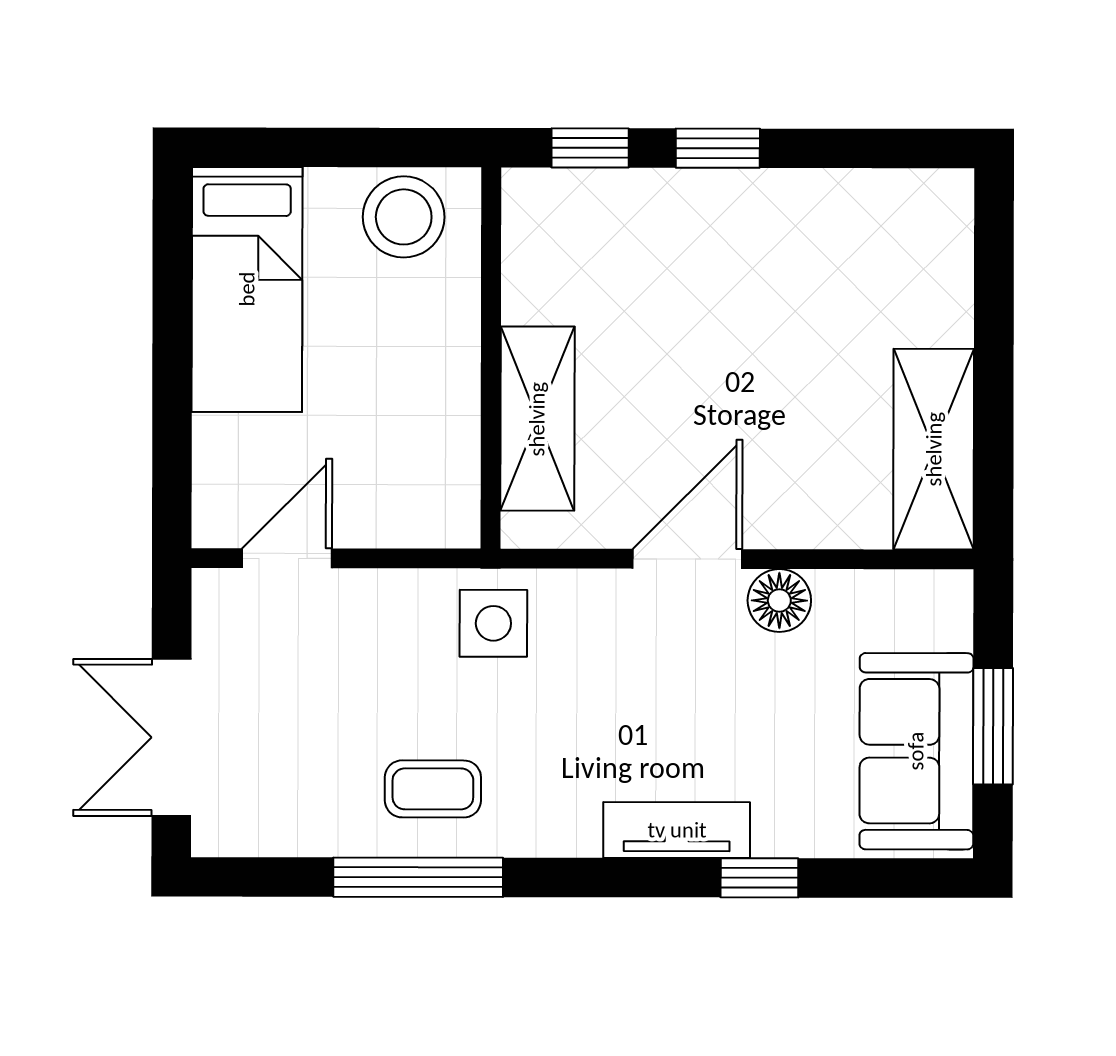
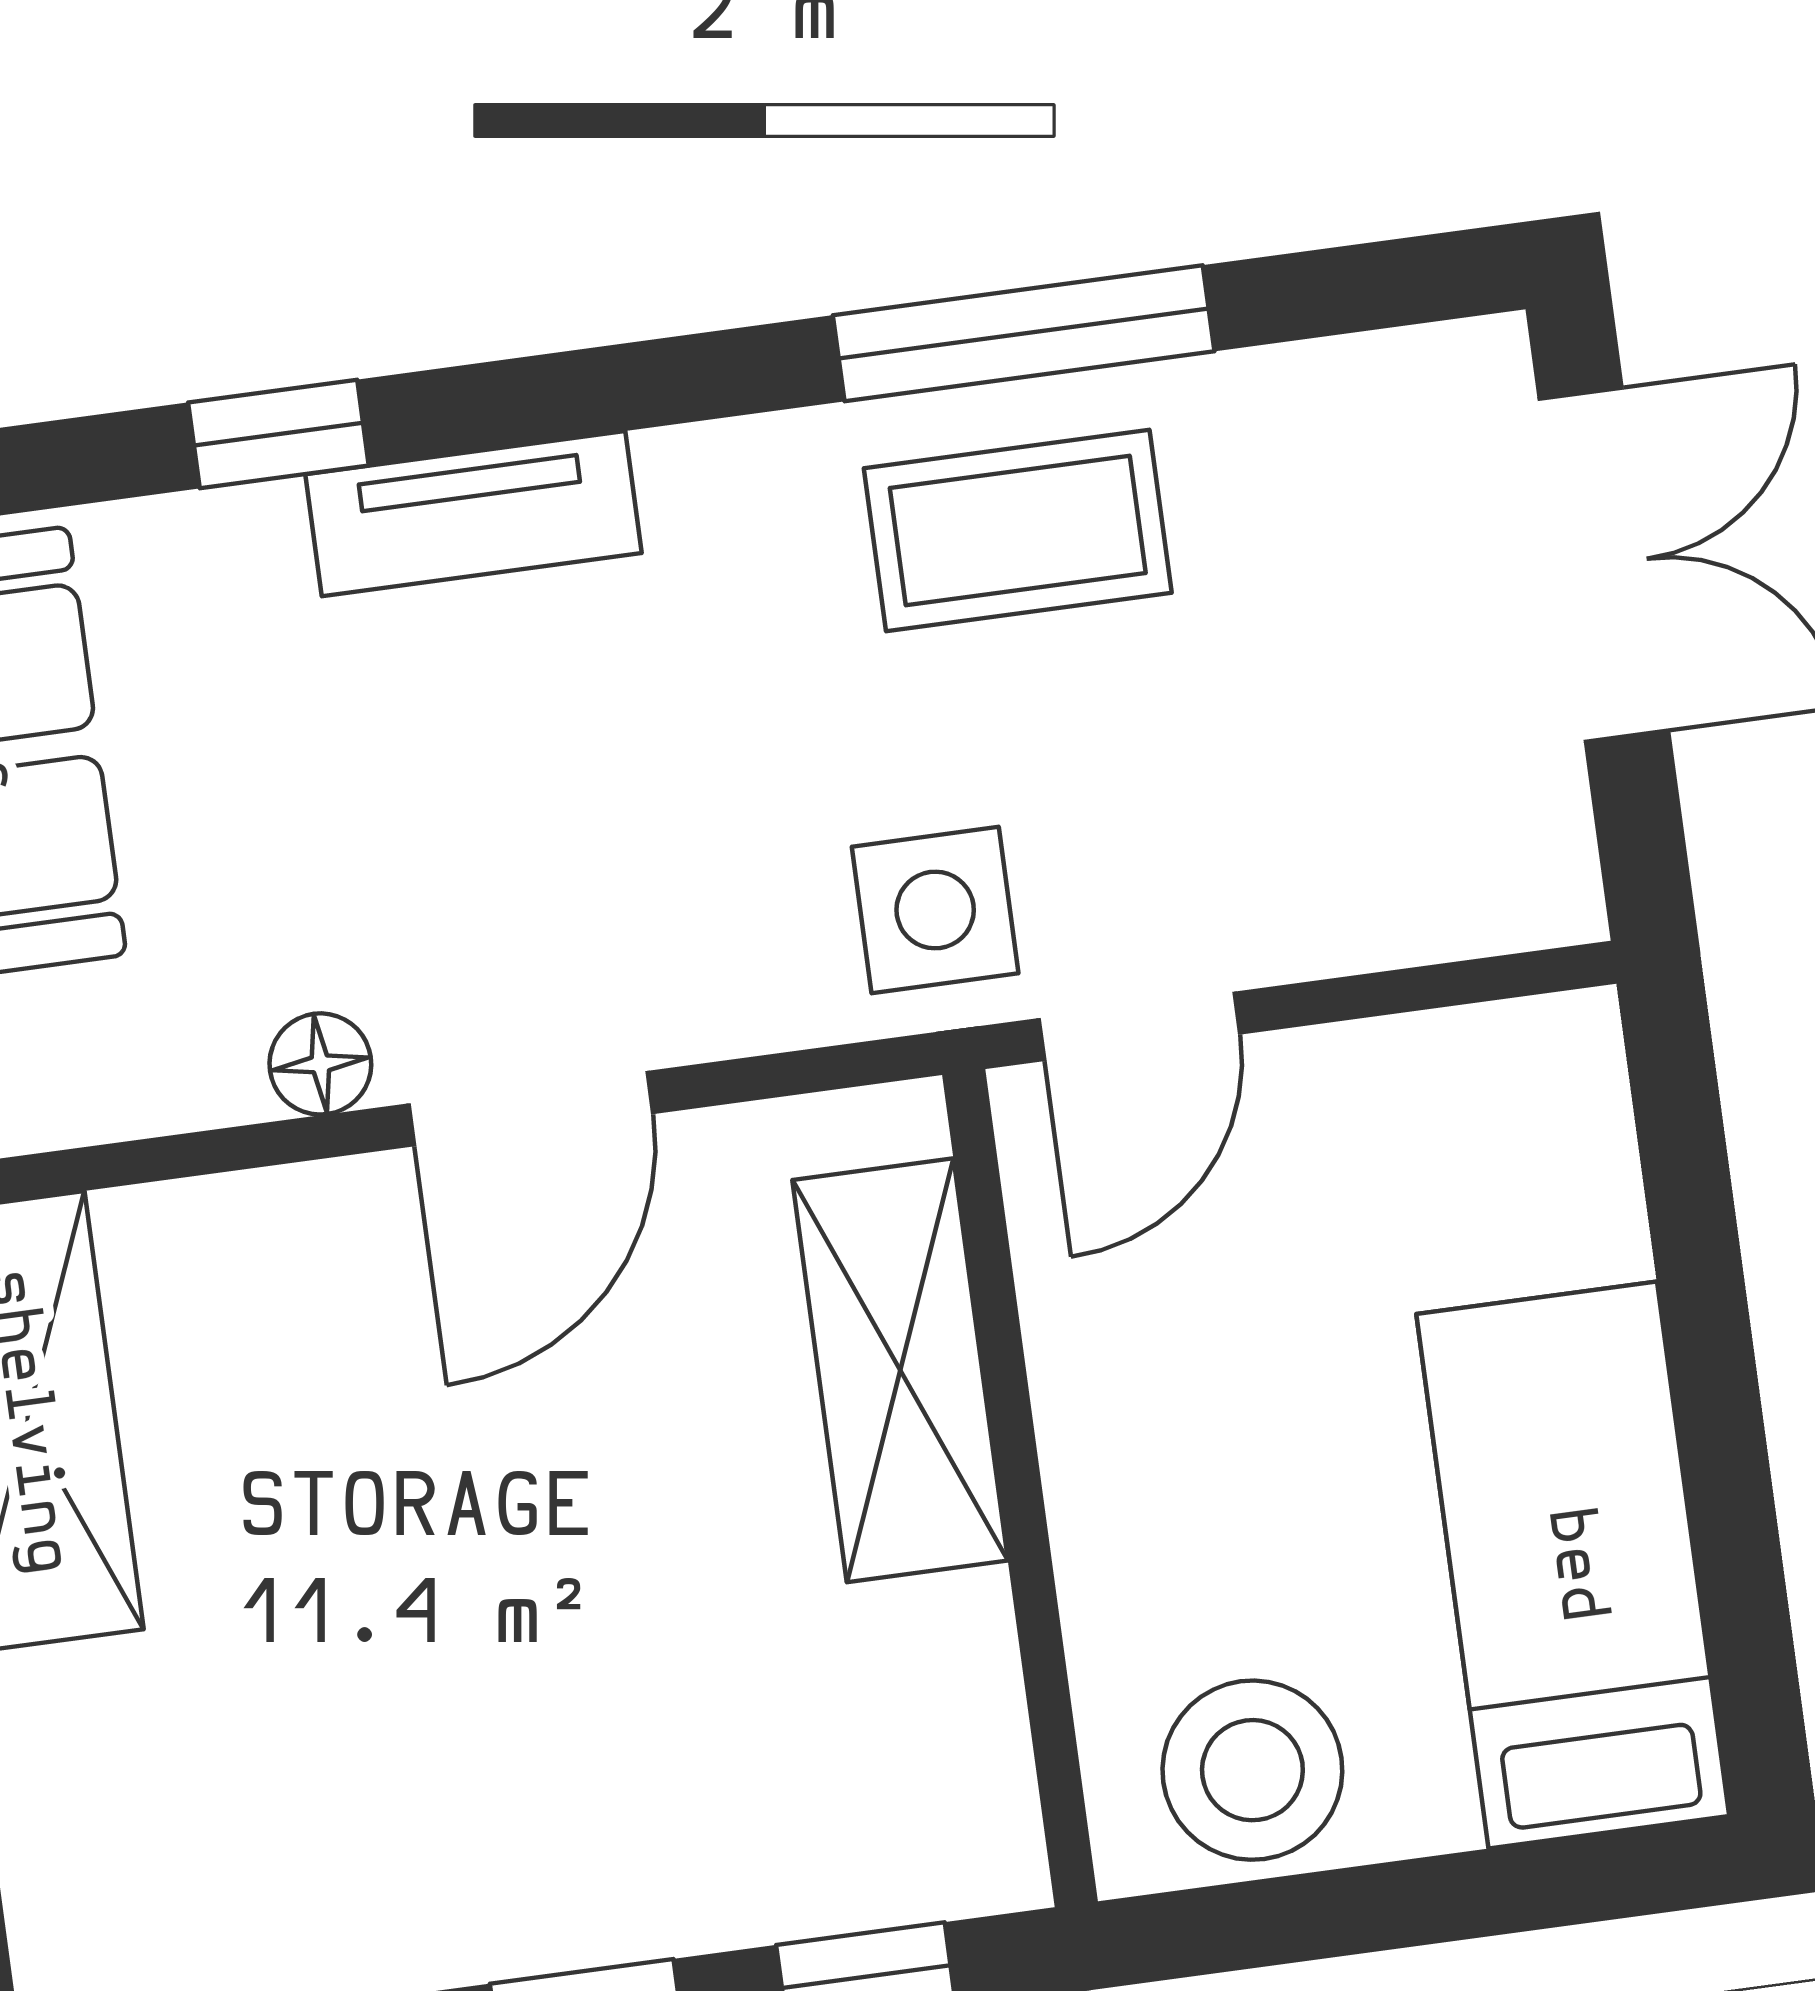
door: (287, 558) -> (1139, 1026), moved
floor lamp: (779, 601) -> (320, 1064), width x0.73, depth x0.73
coffee table: (433, 789) -> (1018, 530), width x1.36, depth x1.30

